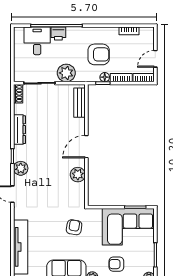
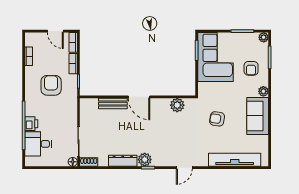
plant: (66, 73) -> (69, 116), removed
floor lamp: (105, 77) -> (73, 162), moved
bench: (79, 103) -> (113, 104), moved
plant: (21, 168) -> (145, 160), moved
plant: (78, 175) -> (177, 105), moved
armchair: (74, 227) -> (217, 119), moved

